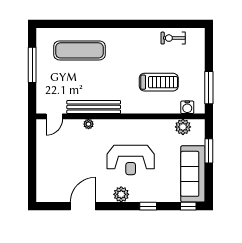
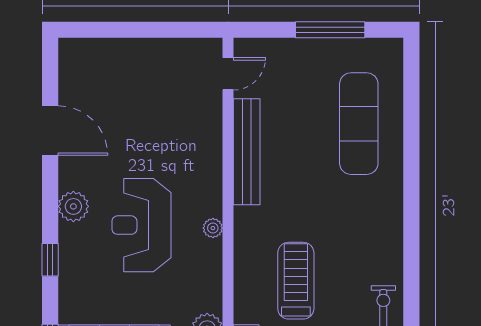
treadmill: (159, 82) -> (296, 281), turned 180
door: (54, 116) -> (228, 74), swing flipped
plant: (88, 124) -> (213, 228), moved

